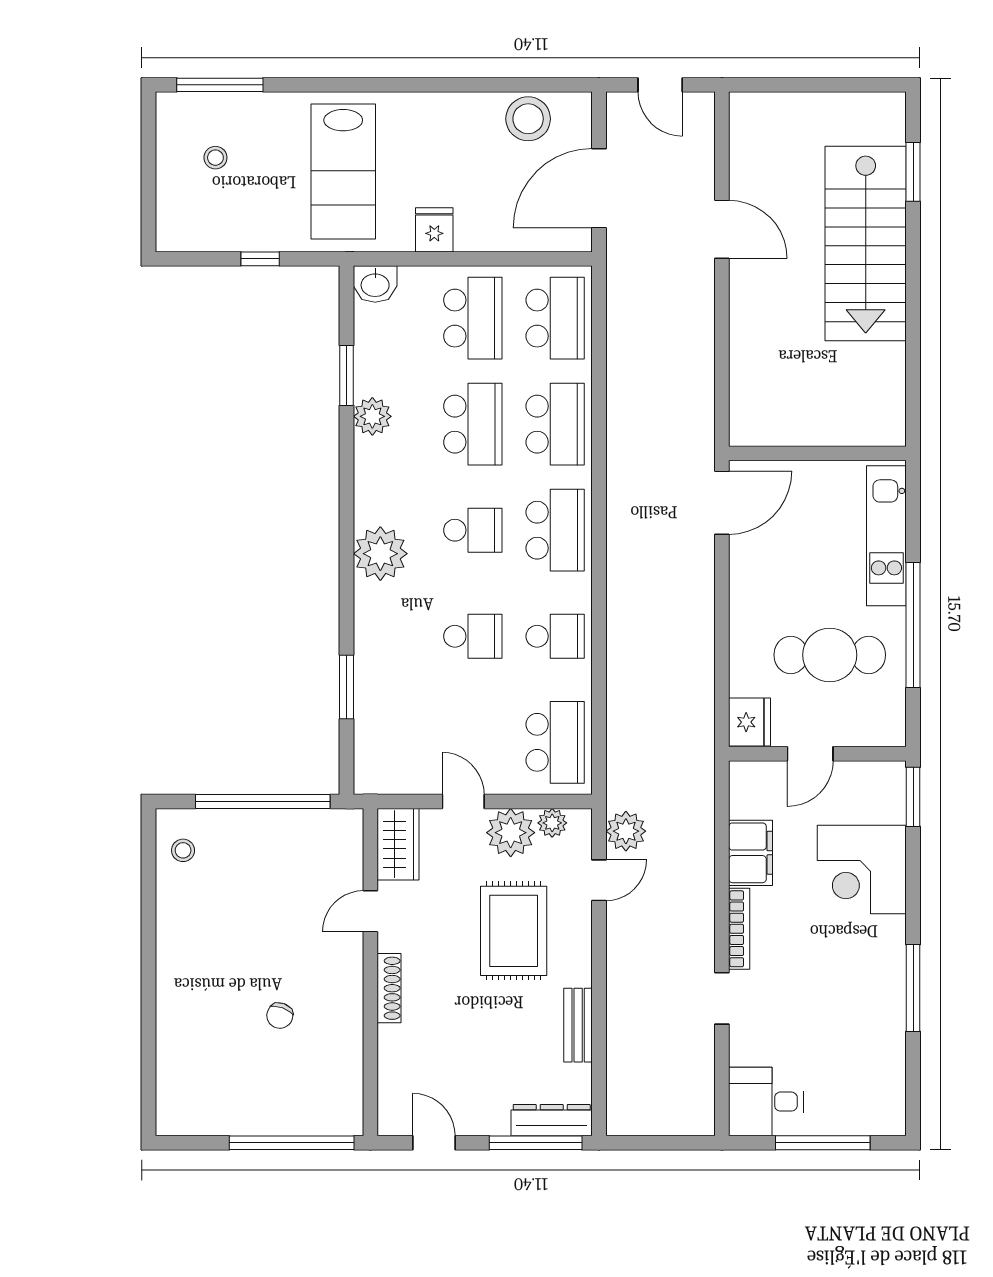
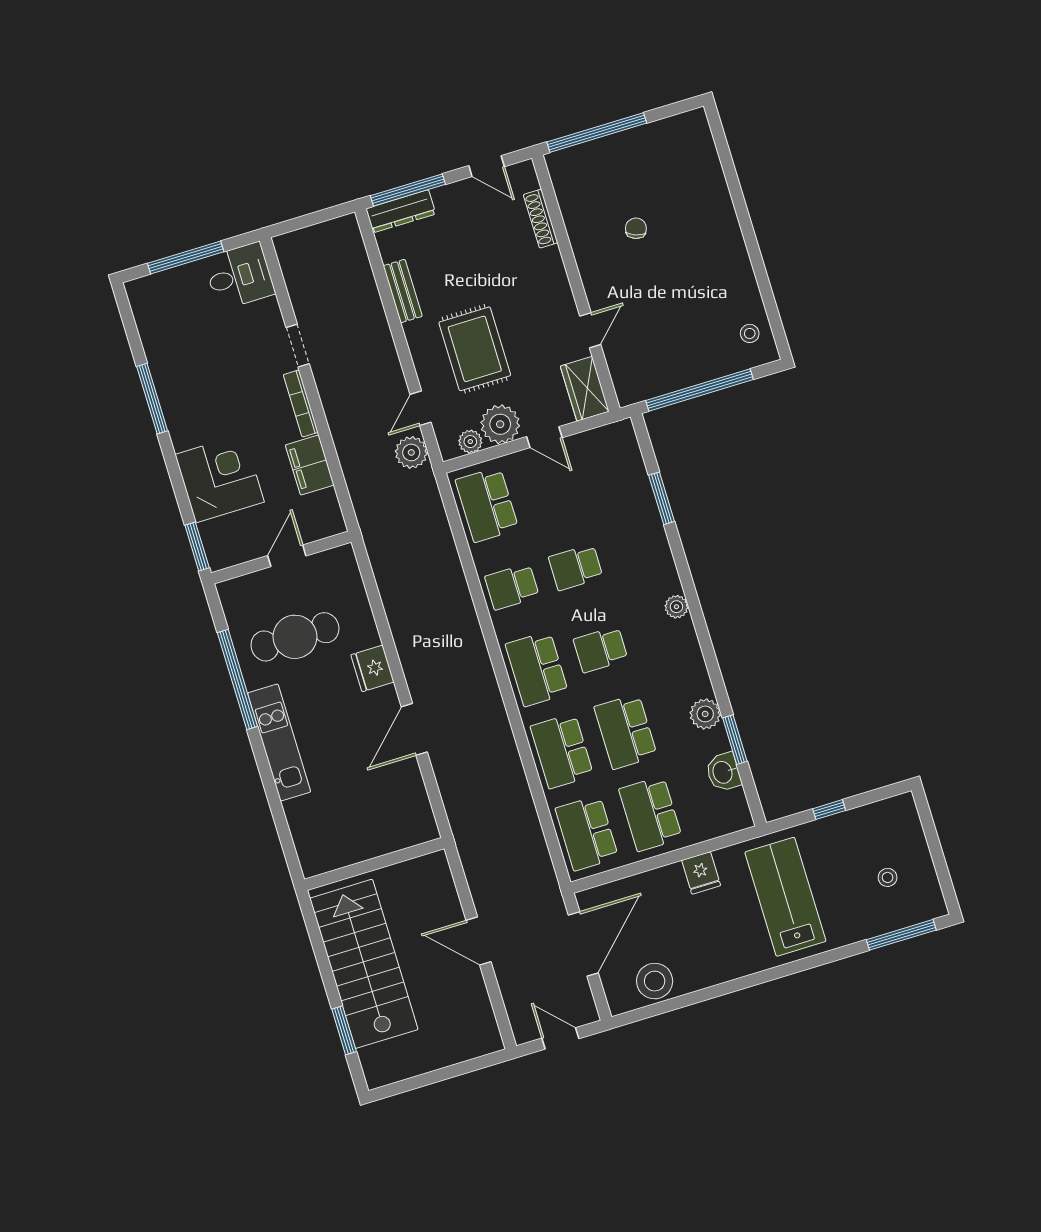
washbasin: (375, 284) -> (723, 772), moved, turned -90
wall: (817, 453) -> (374, 864), moved
plant: (380, 554) -> (676, 607), width x0.53, depth x0.53
fridge: (750, 722) -> (372, 668), moved
shoe rack: (389, 988) -> (541, 219), moved

